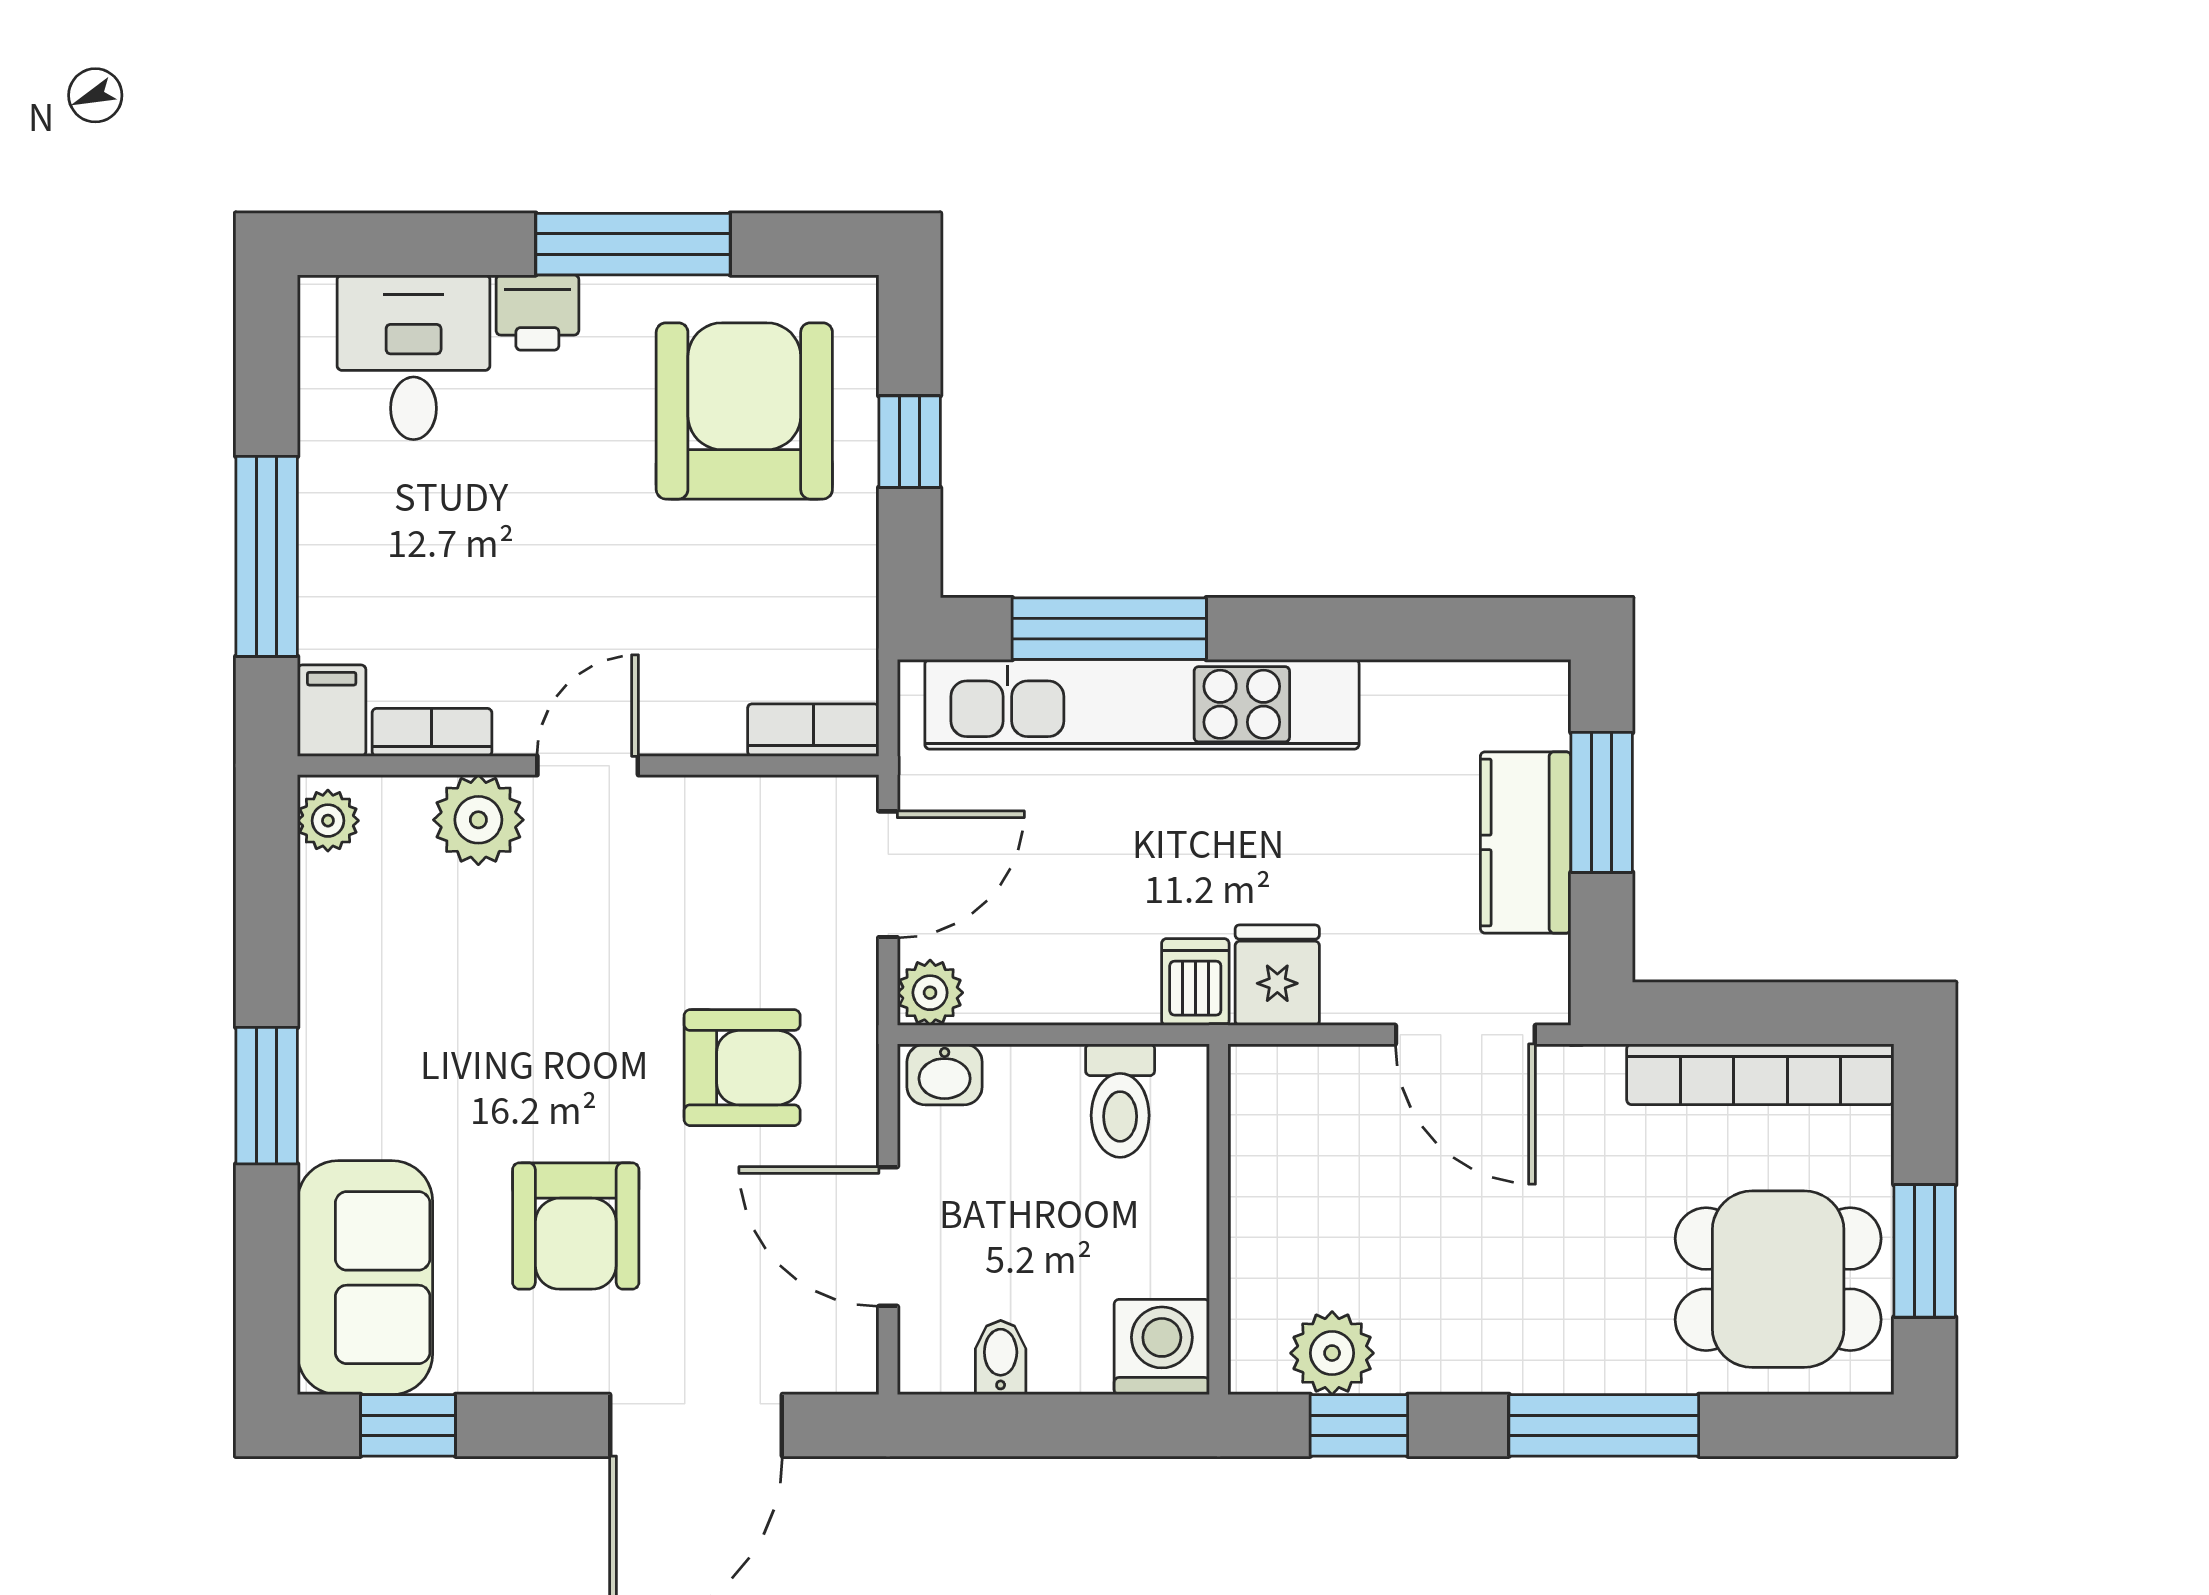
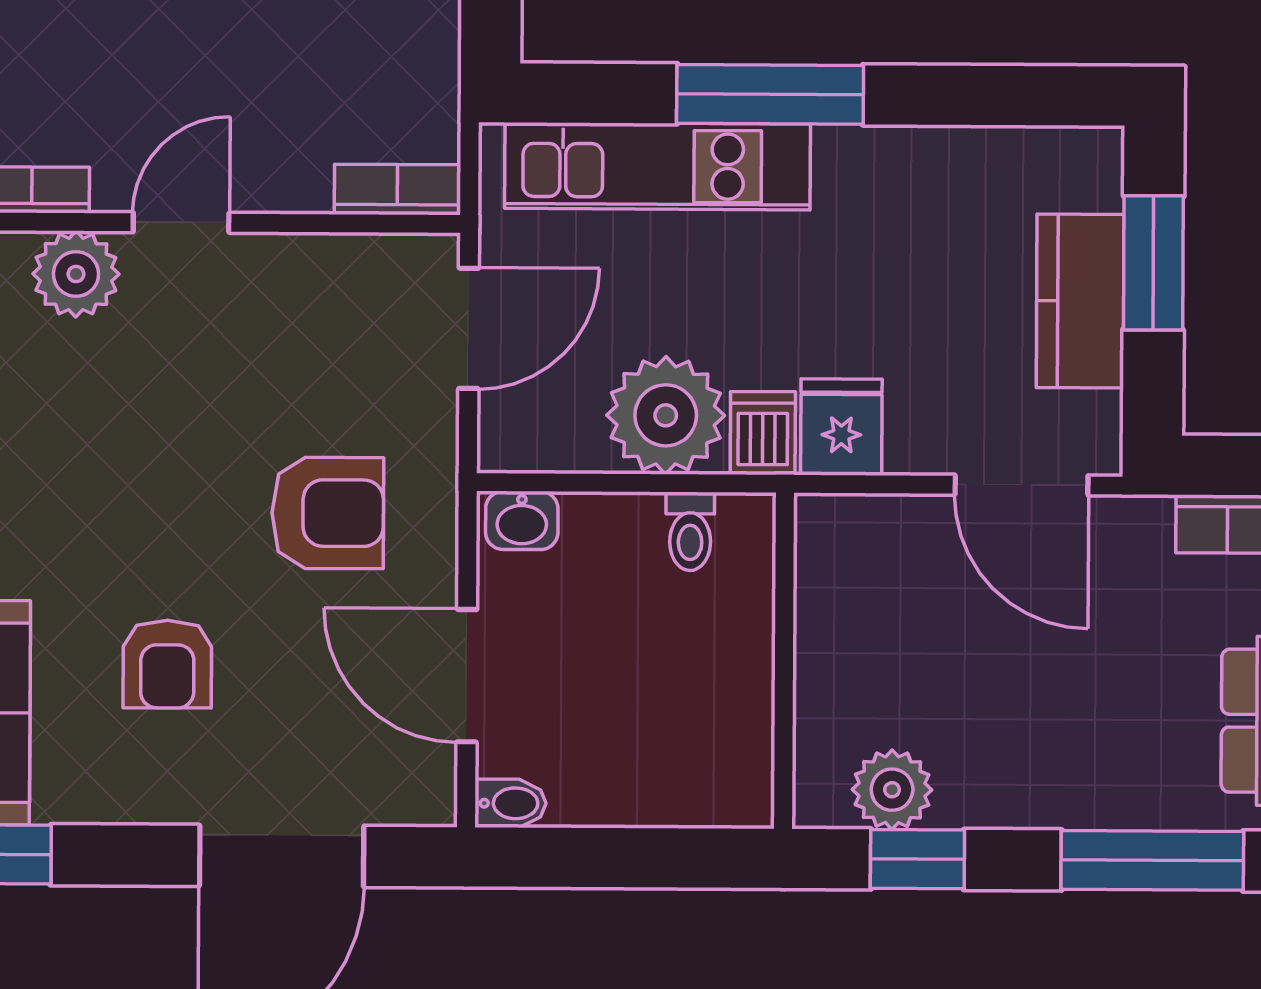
window: (1109, 629) -> (770, 94), moved
kitchen unit: (1142, 704) -> (657, 166), width x0.73
plant: (930, 993) -> (666, 415), moved, width x1.87, depth x1.87
toilet: (1120, 1101) -> (690, 531), width x0.73, depth x0.72
armchair: (576, 1226) -> (167, 664), width x0.72, depth x0.72
washing machine: (1162, 1347) -> (729, 783), removed
bidet: (1001, 1357) -> (511, 803), moved, turned 90

